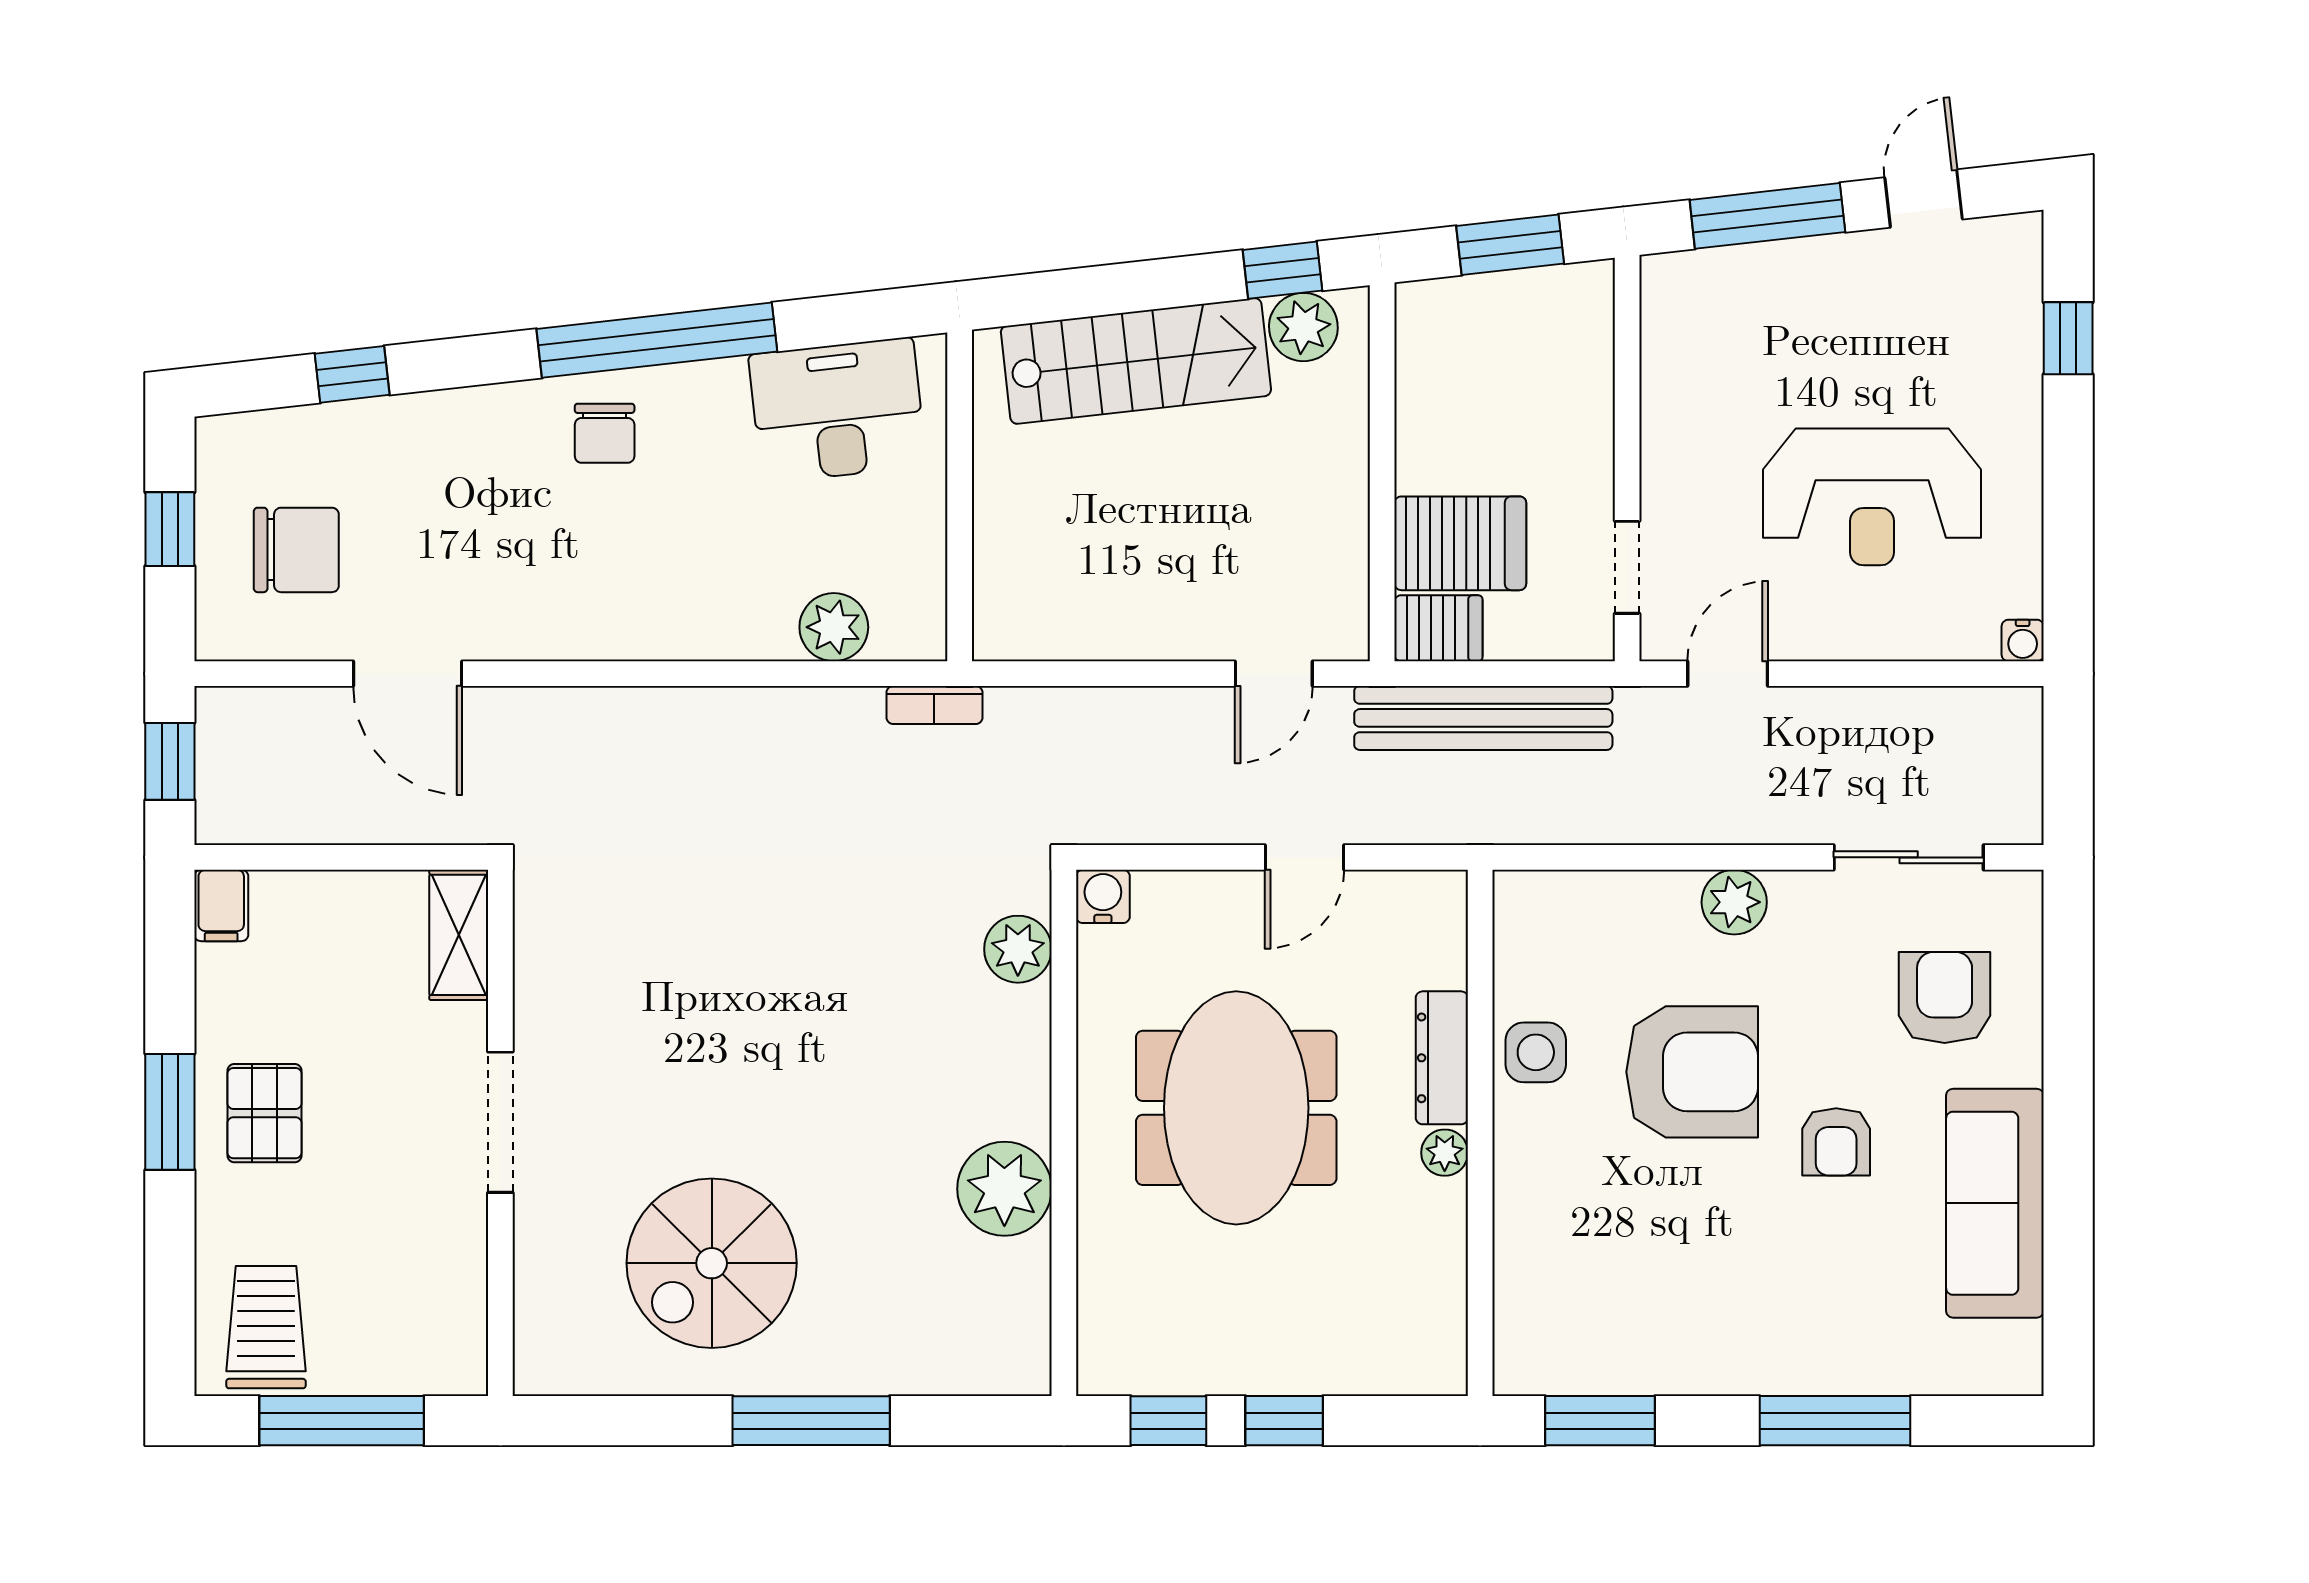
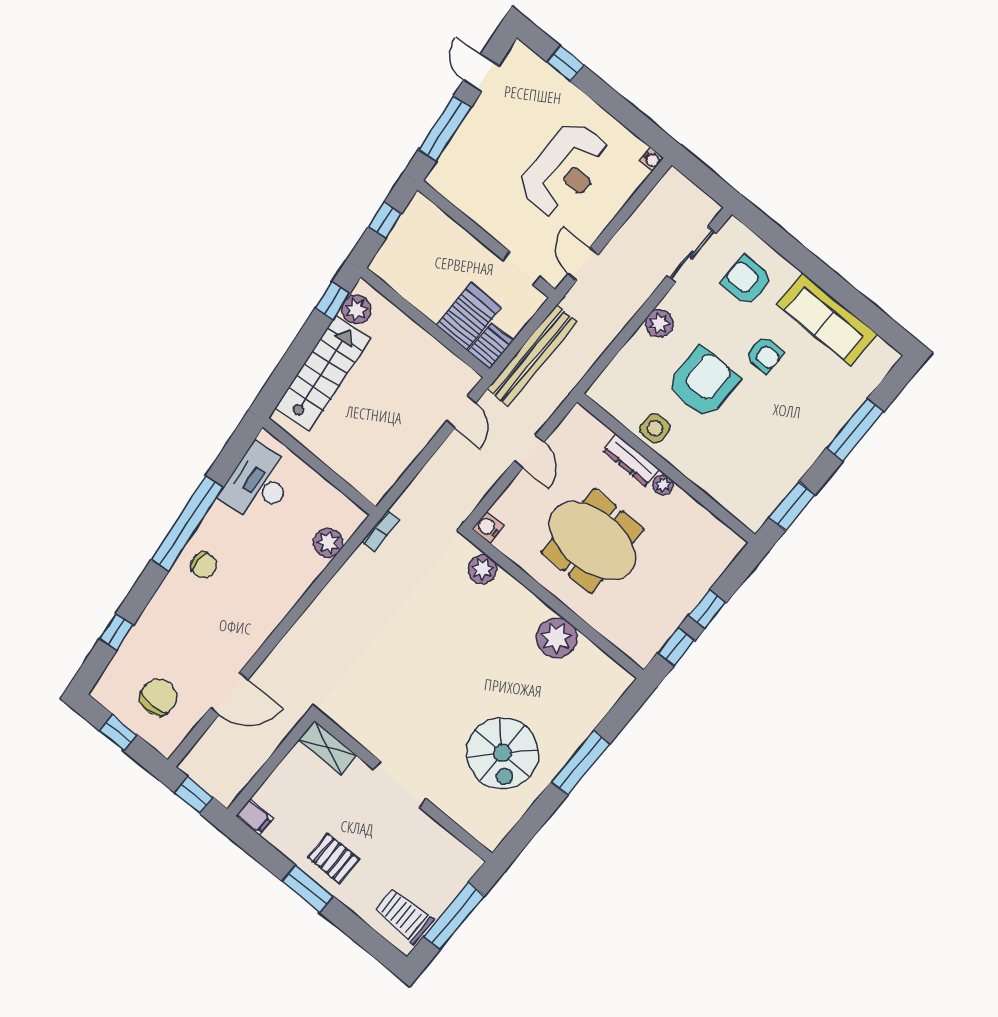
window: (1510, 245) -> (385, 220), width x0.67

